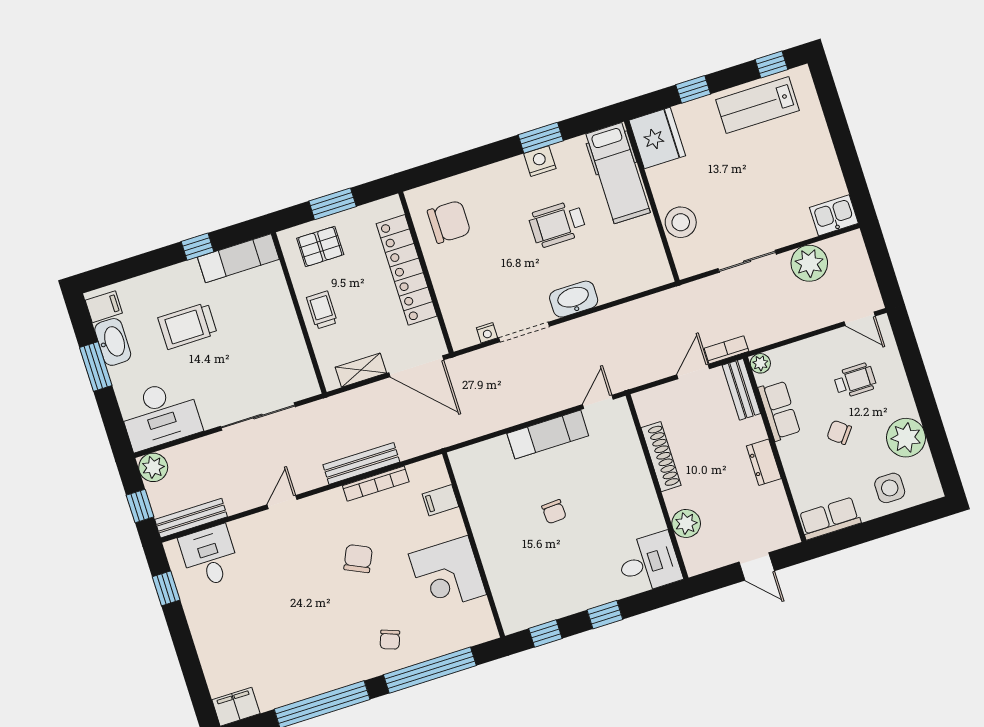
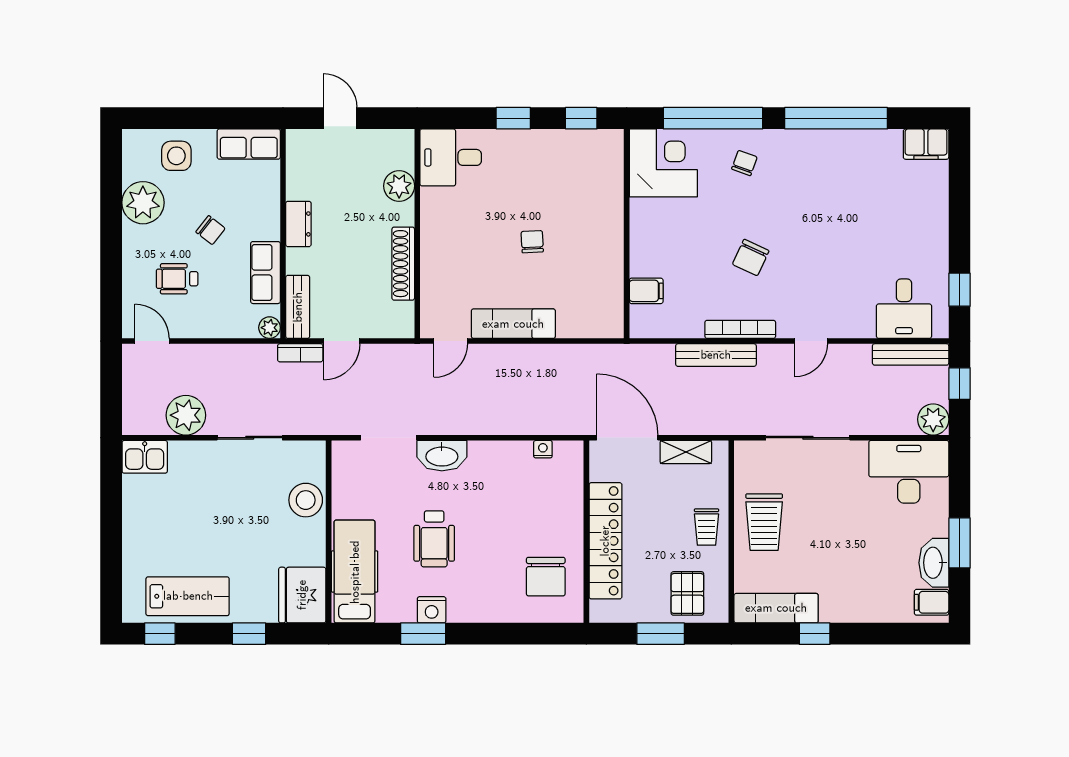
chair: (449, 222) -> (546, 577), turned -90
wheelchair: (557, 224) -> (434, 539), turned 90
pallet: (320, 246) -> (687, 593), turned 90
trolley: (188, 326) -> (764, 522), moved, turned 90
doorway: (524, 332) -> (389, 438), moved
bookcase: (376, 484) -> (740, 329), moved
corner desk: (447, 574) -> (663, 163), moved

